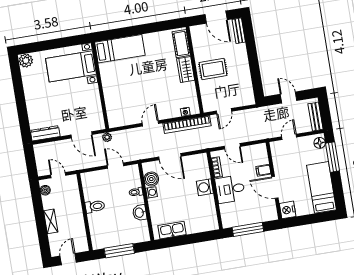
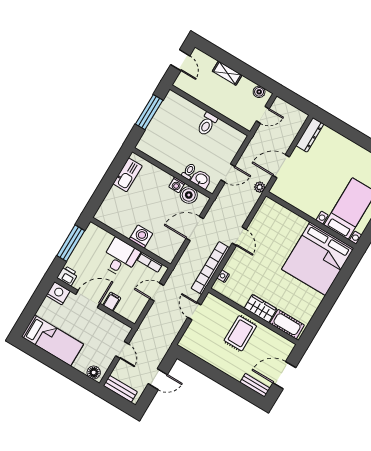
bed: (120, 49) -> (318, 259), width x2.04
window: (332, 157) -> (71, 373), removed
washbasin: (140, 213) -> (201, 179), moved
printer: (271, 214) -> (67, 276), added

